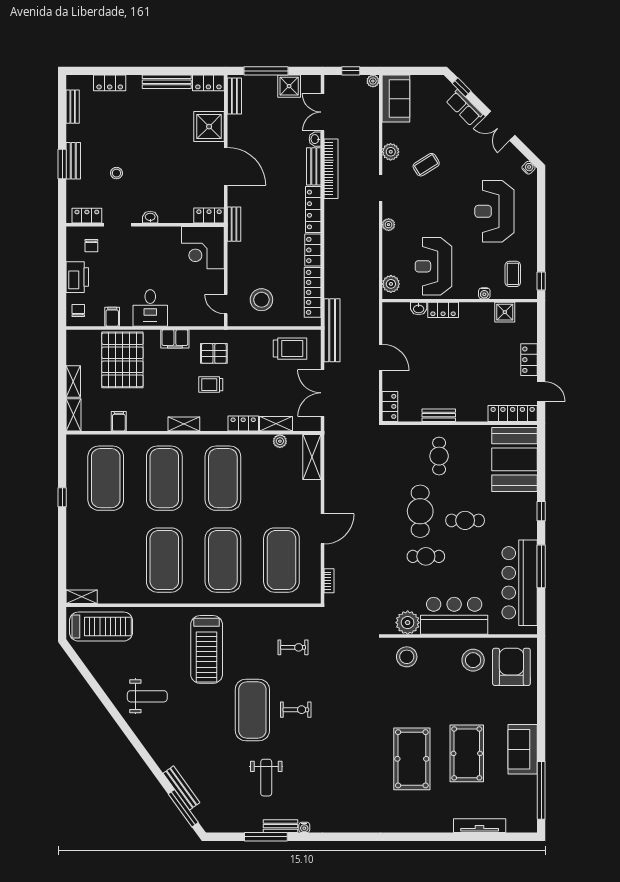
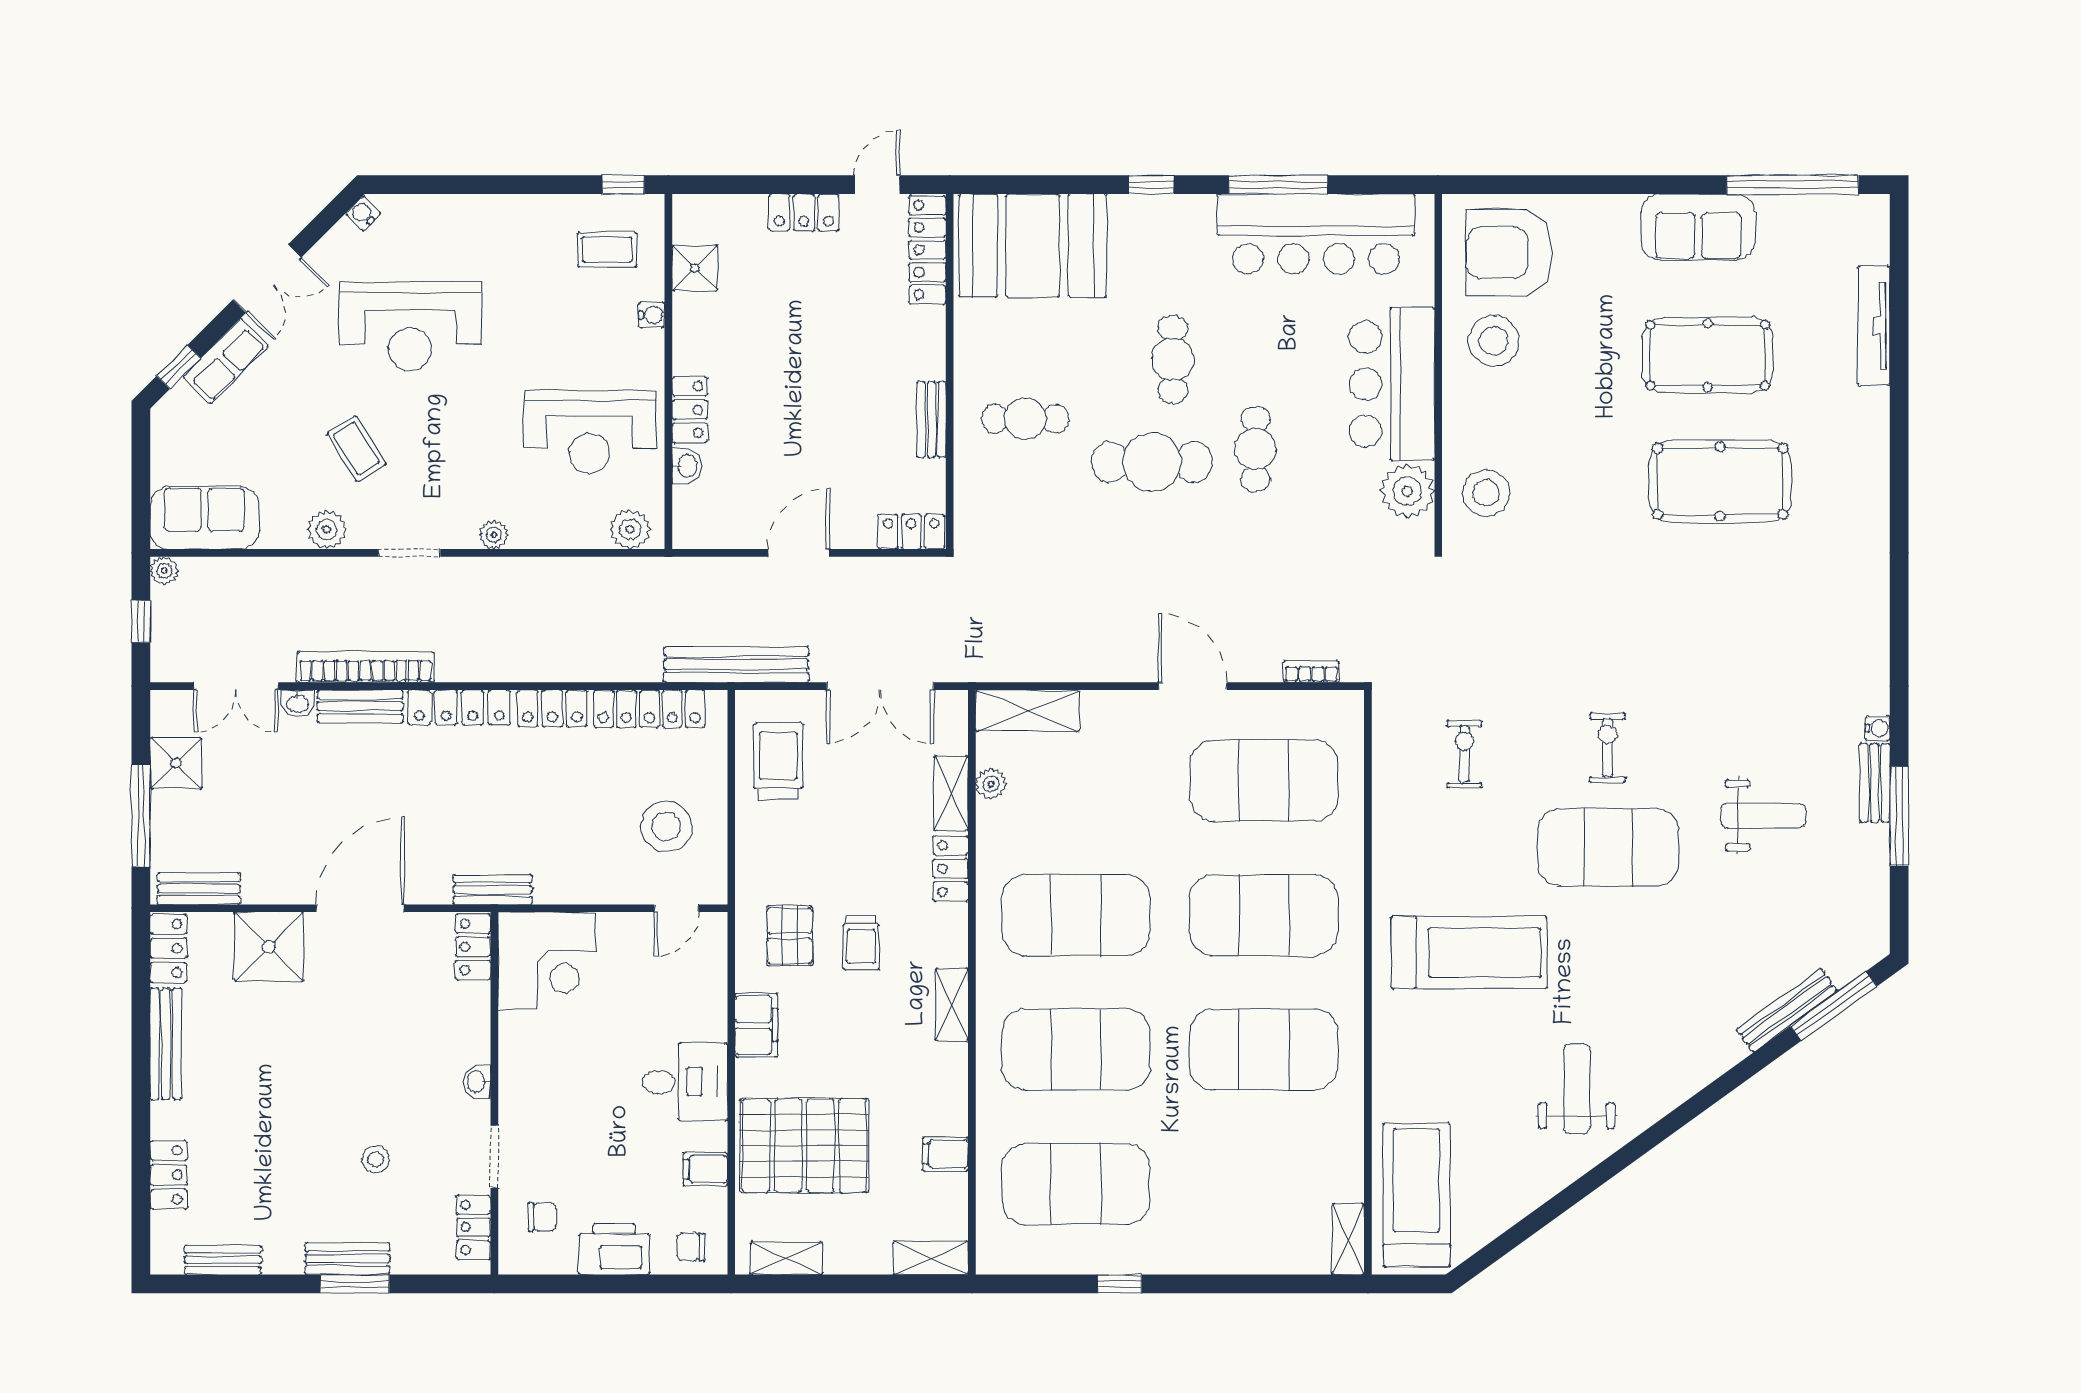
reception desk: (494, 211) -> (410, 326), moved
shelving: (73, 382) -> (786, 1258), moved

